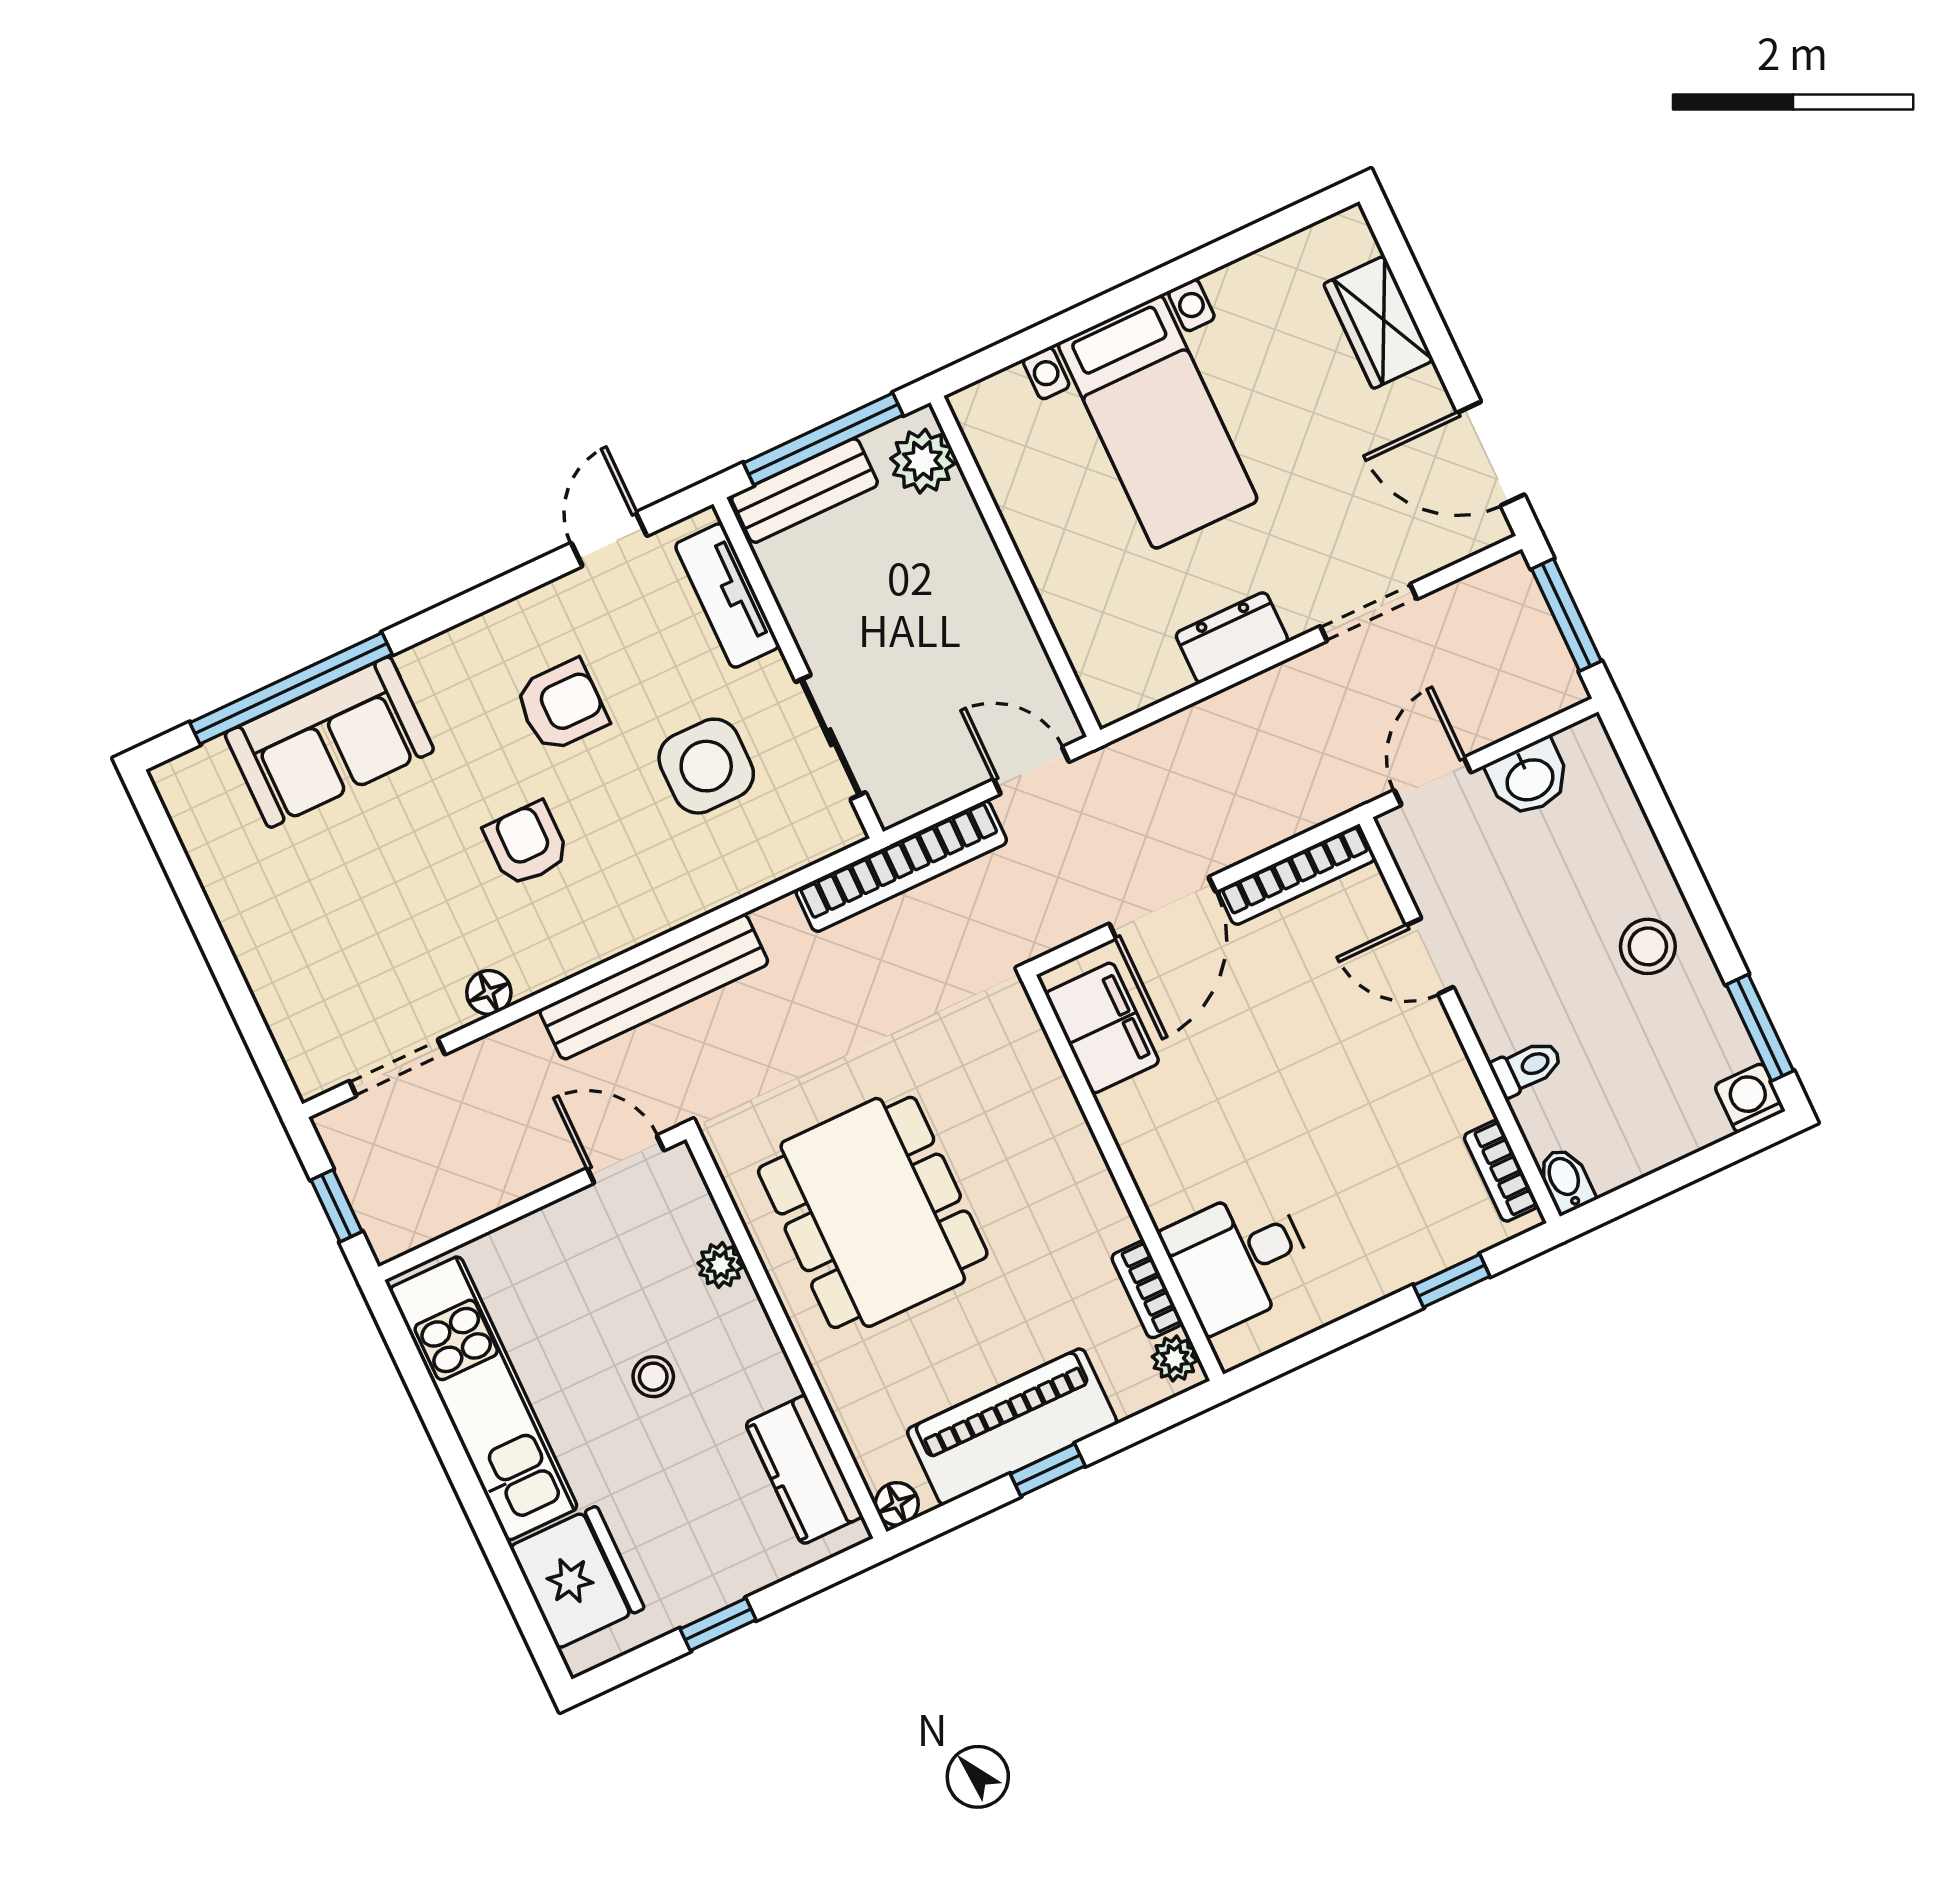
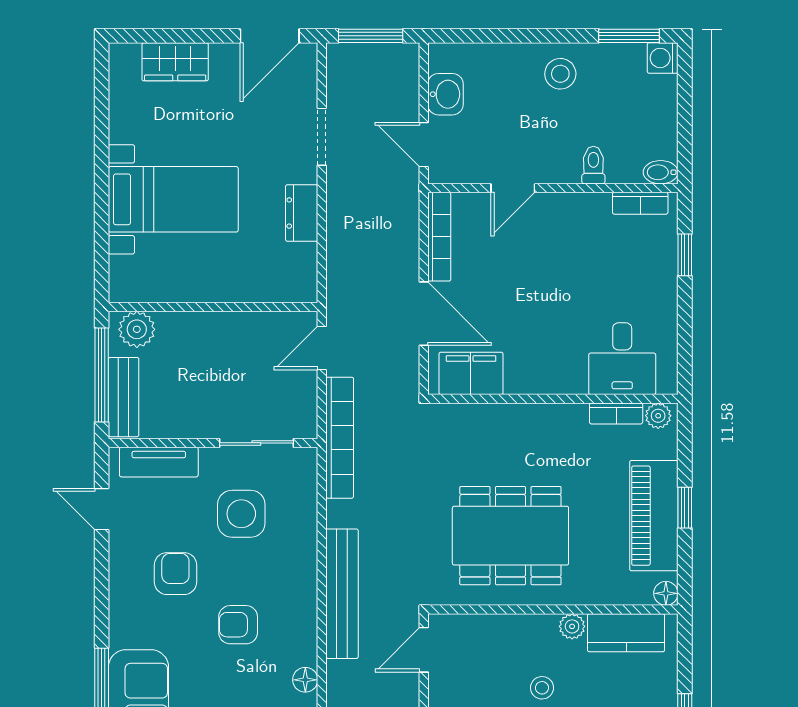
plant: (720, 1265) -> (572, 626), moved

